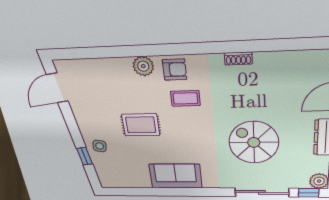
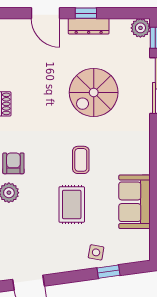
coffee table: (185, 98) -> (81, 160), moved
sofa: (176, 176) -> (134, 202), moved

